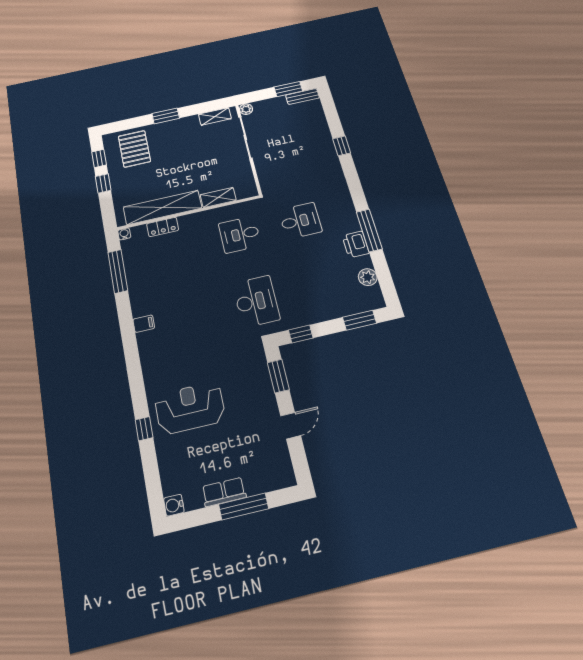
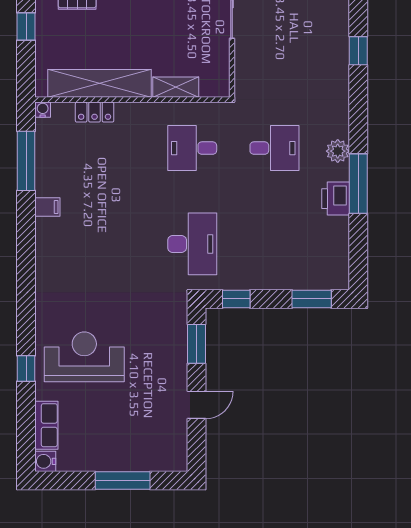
plant: (368, 277) -> (338, 151), moved
filing cabinet: (144, 324) -> (47, 207), moved
row of seats: (224, 492) -> (46, 425), moved, turned 90

